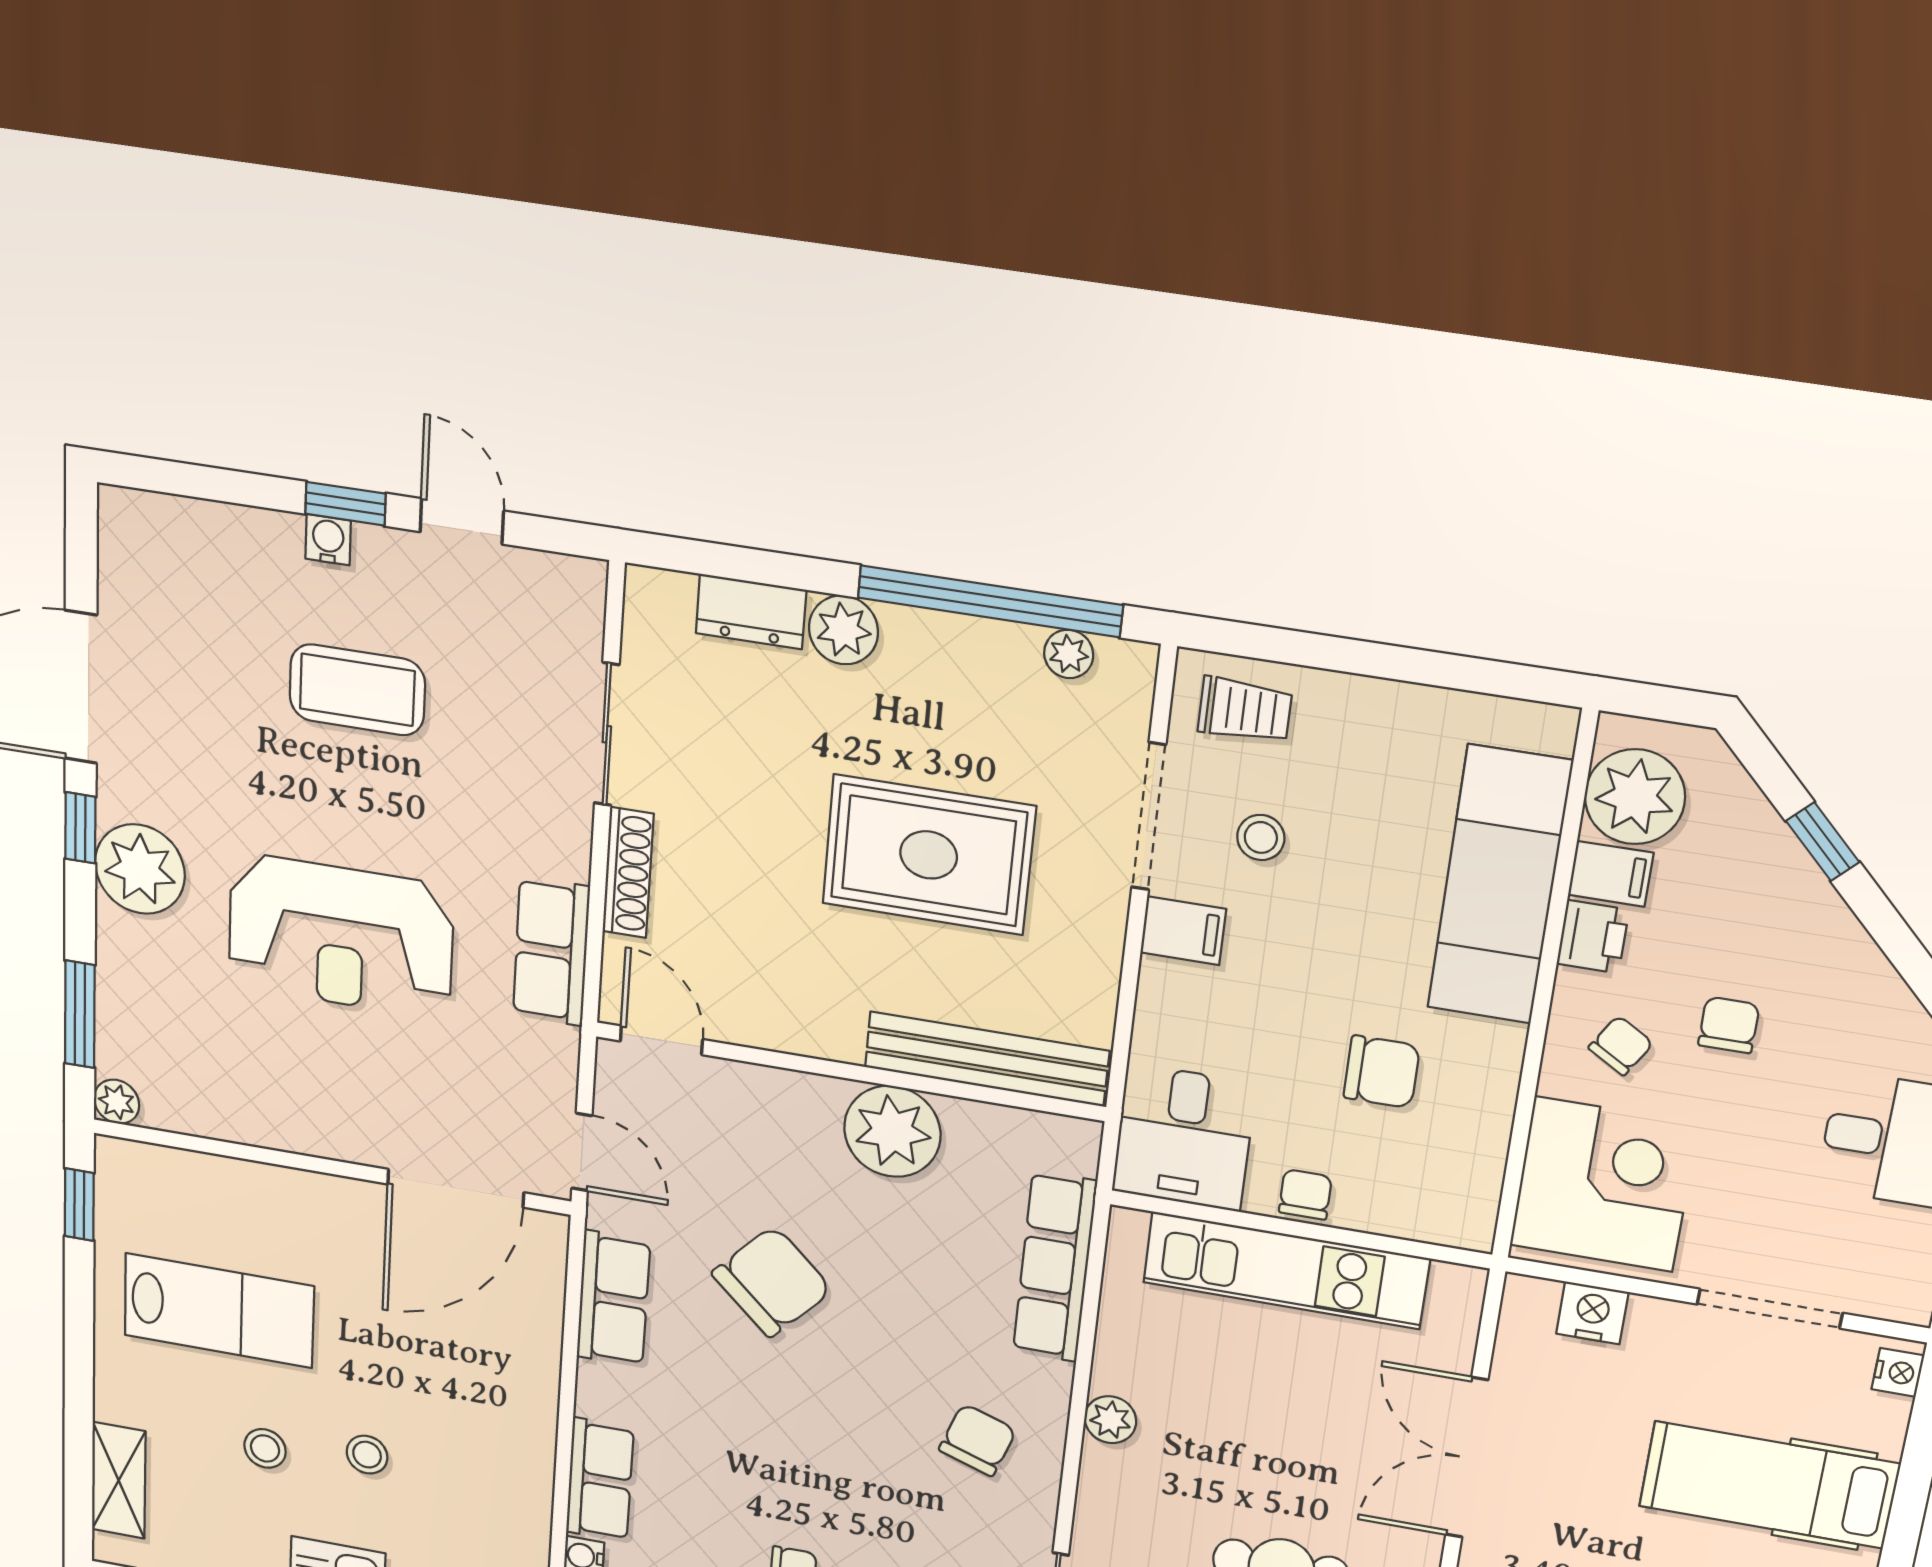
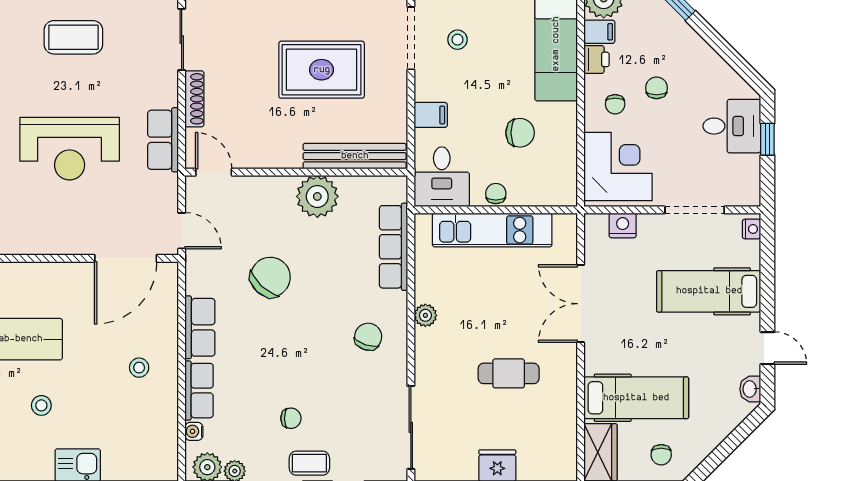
filing cabinet: (1183, 931) -> (431, 115), moved
chair: (1621, 1046) -> (615, 104), turned 149
row of seats: (613, 1299) -> (200, 327), moved
stool: (367, 1455) -> (139, 368), moved

